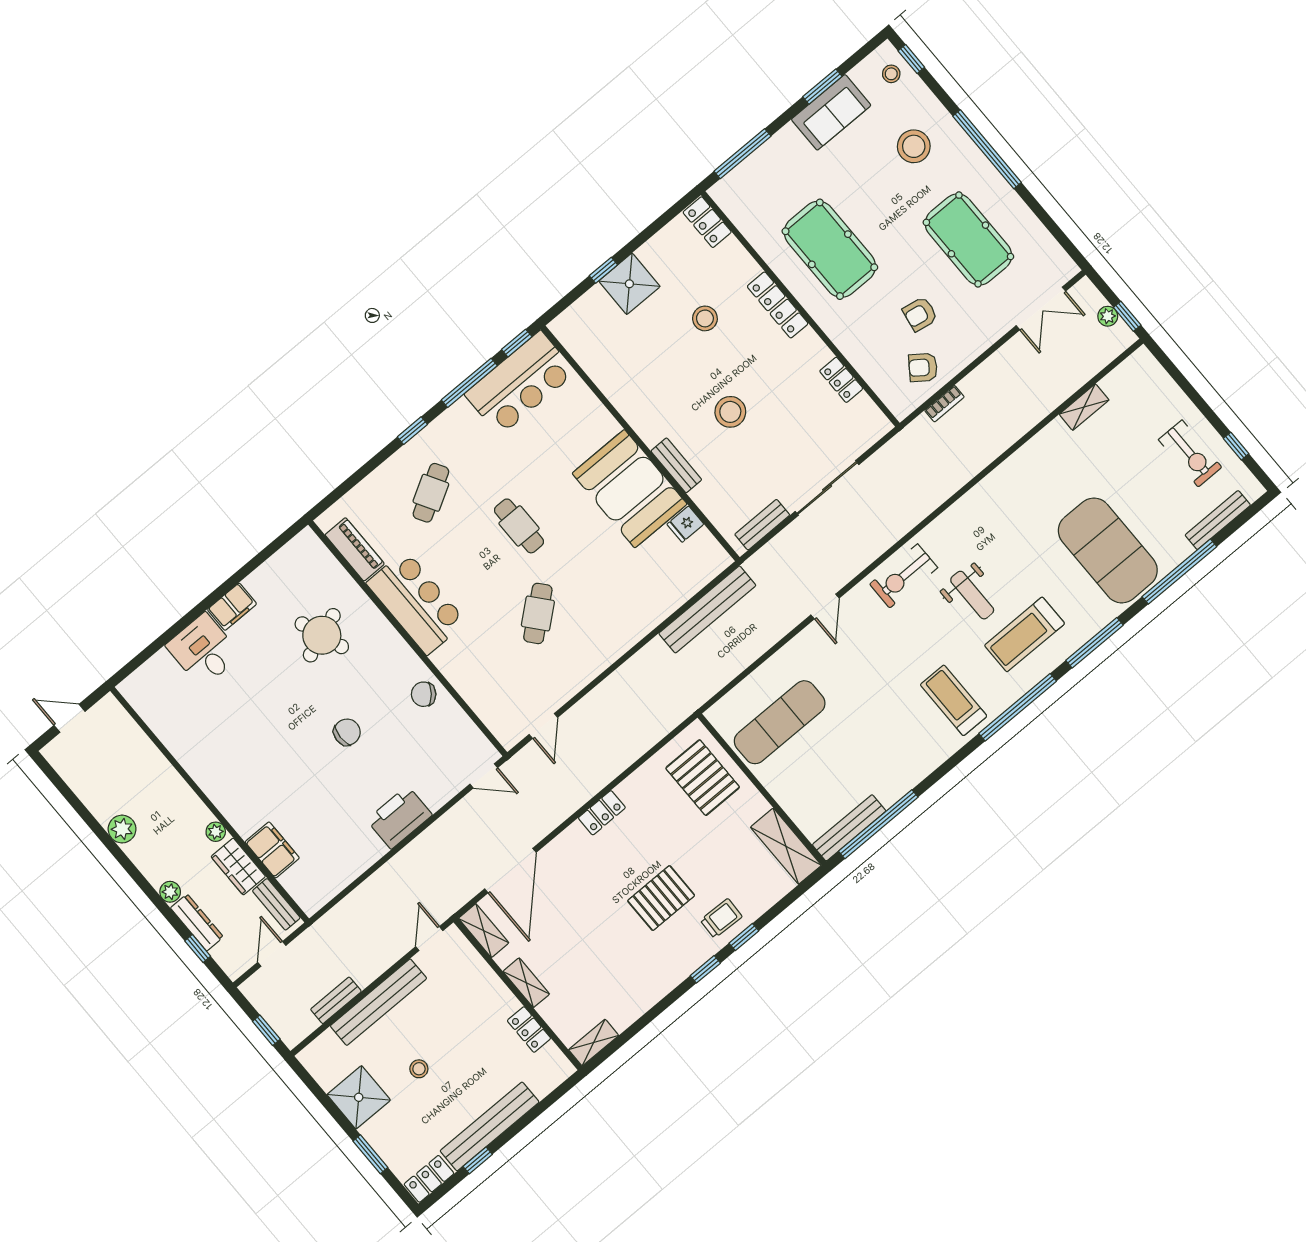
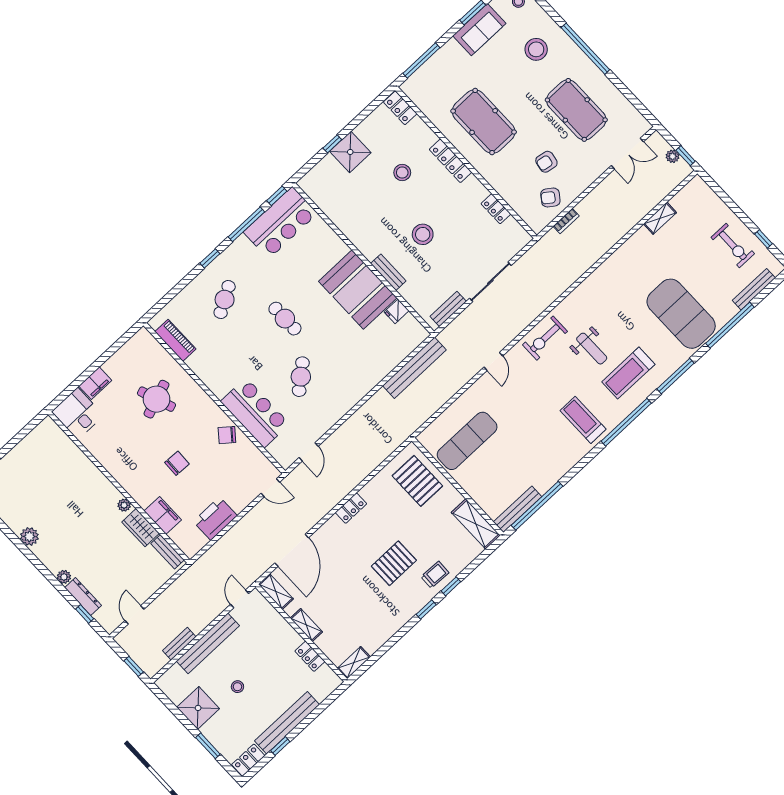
bar counter: (416, 603) -> (255, 413), moved
wall: (210, 805) -> (119, 487), moved
plant: (216, 832) -> (124, 505), moved
filing cabinet: (272, 850) -> (163, 515), moved
wardrobe: (238, 867) -> (141, 528), moved
bench: (276, 904) -> (167, 552), moved

